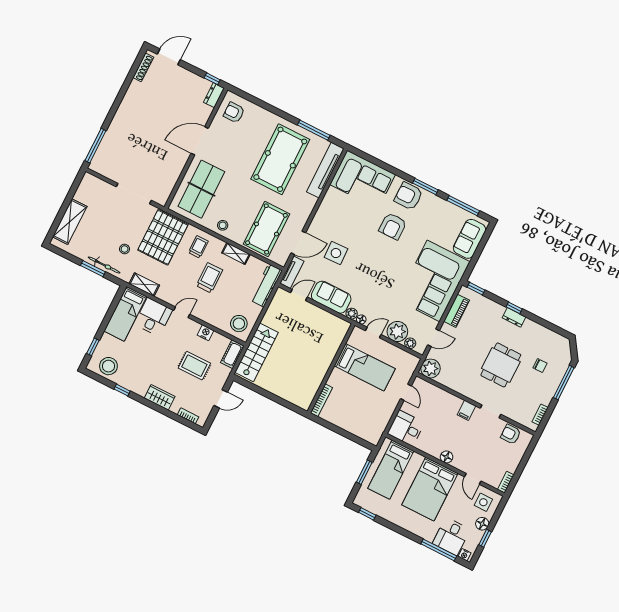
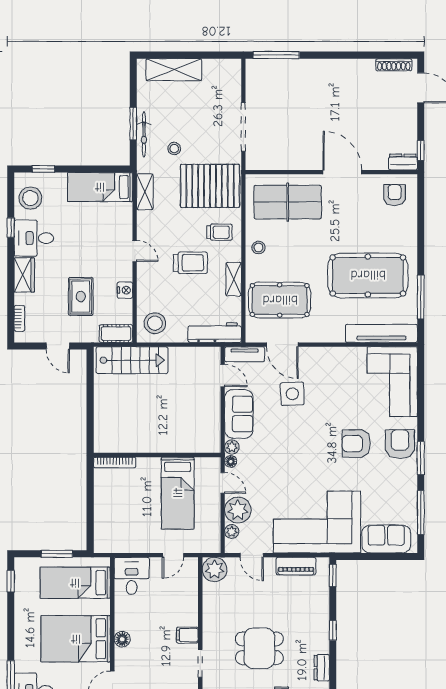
desk: (153, 317) -> (34, 238), moved, turned 180
dresser: (514, 317) -> (322, 668), moved

